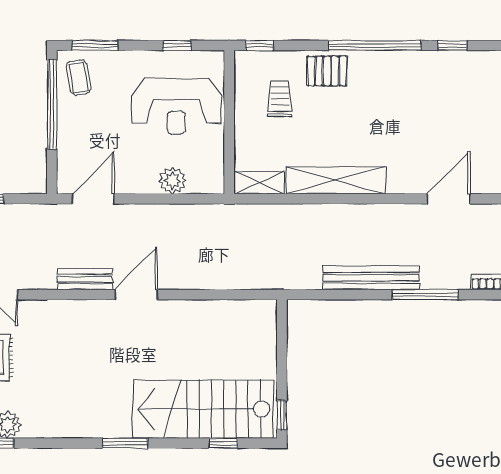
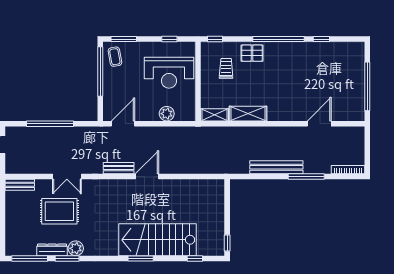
shelving: (336, 180) -> (248, 114), width x0.68
stairs: (203, 409) -> (158, 240), moved

